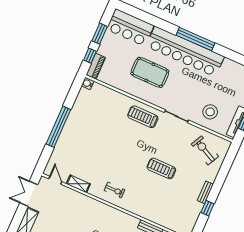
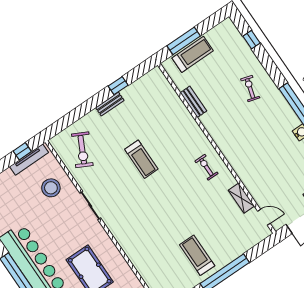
treadmill: (143, 117) -> (197, 255), moved, turned 180
door: (55, 180) -> (264, 217), swing flipped

